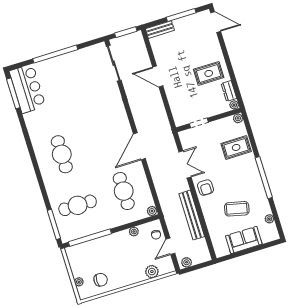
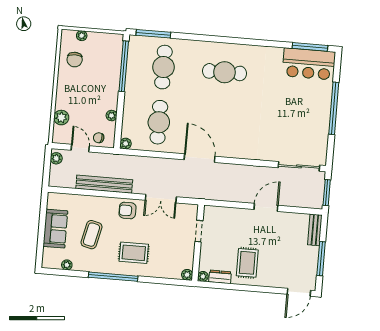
rug: (236, 147) -> (134, 253), moved, turned 90
cafe table: (124, 191) -> (159, 122), turned 90

